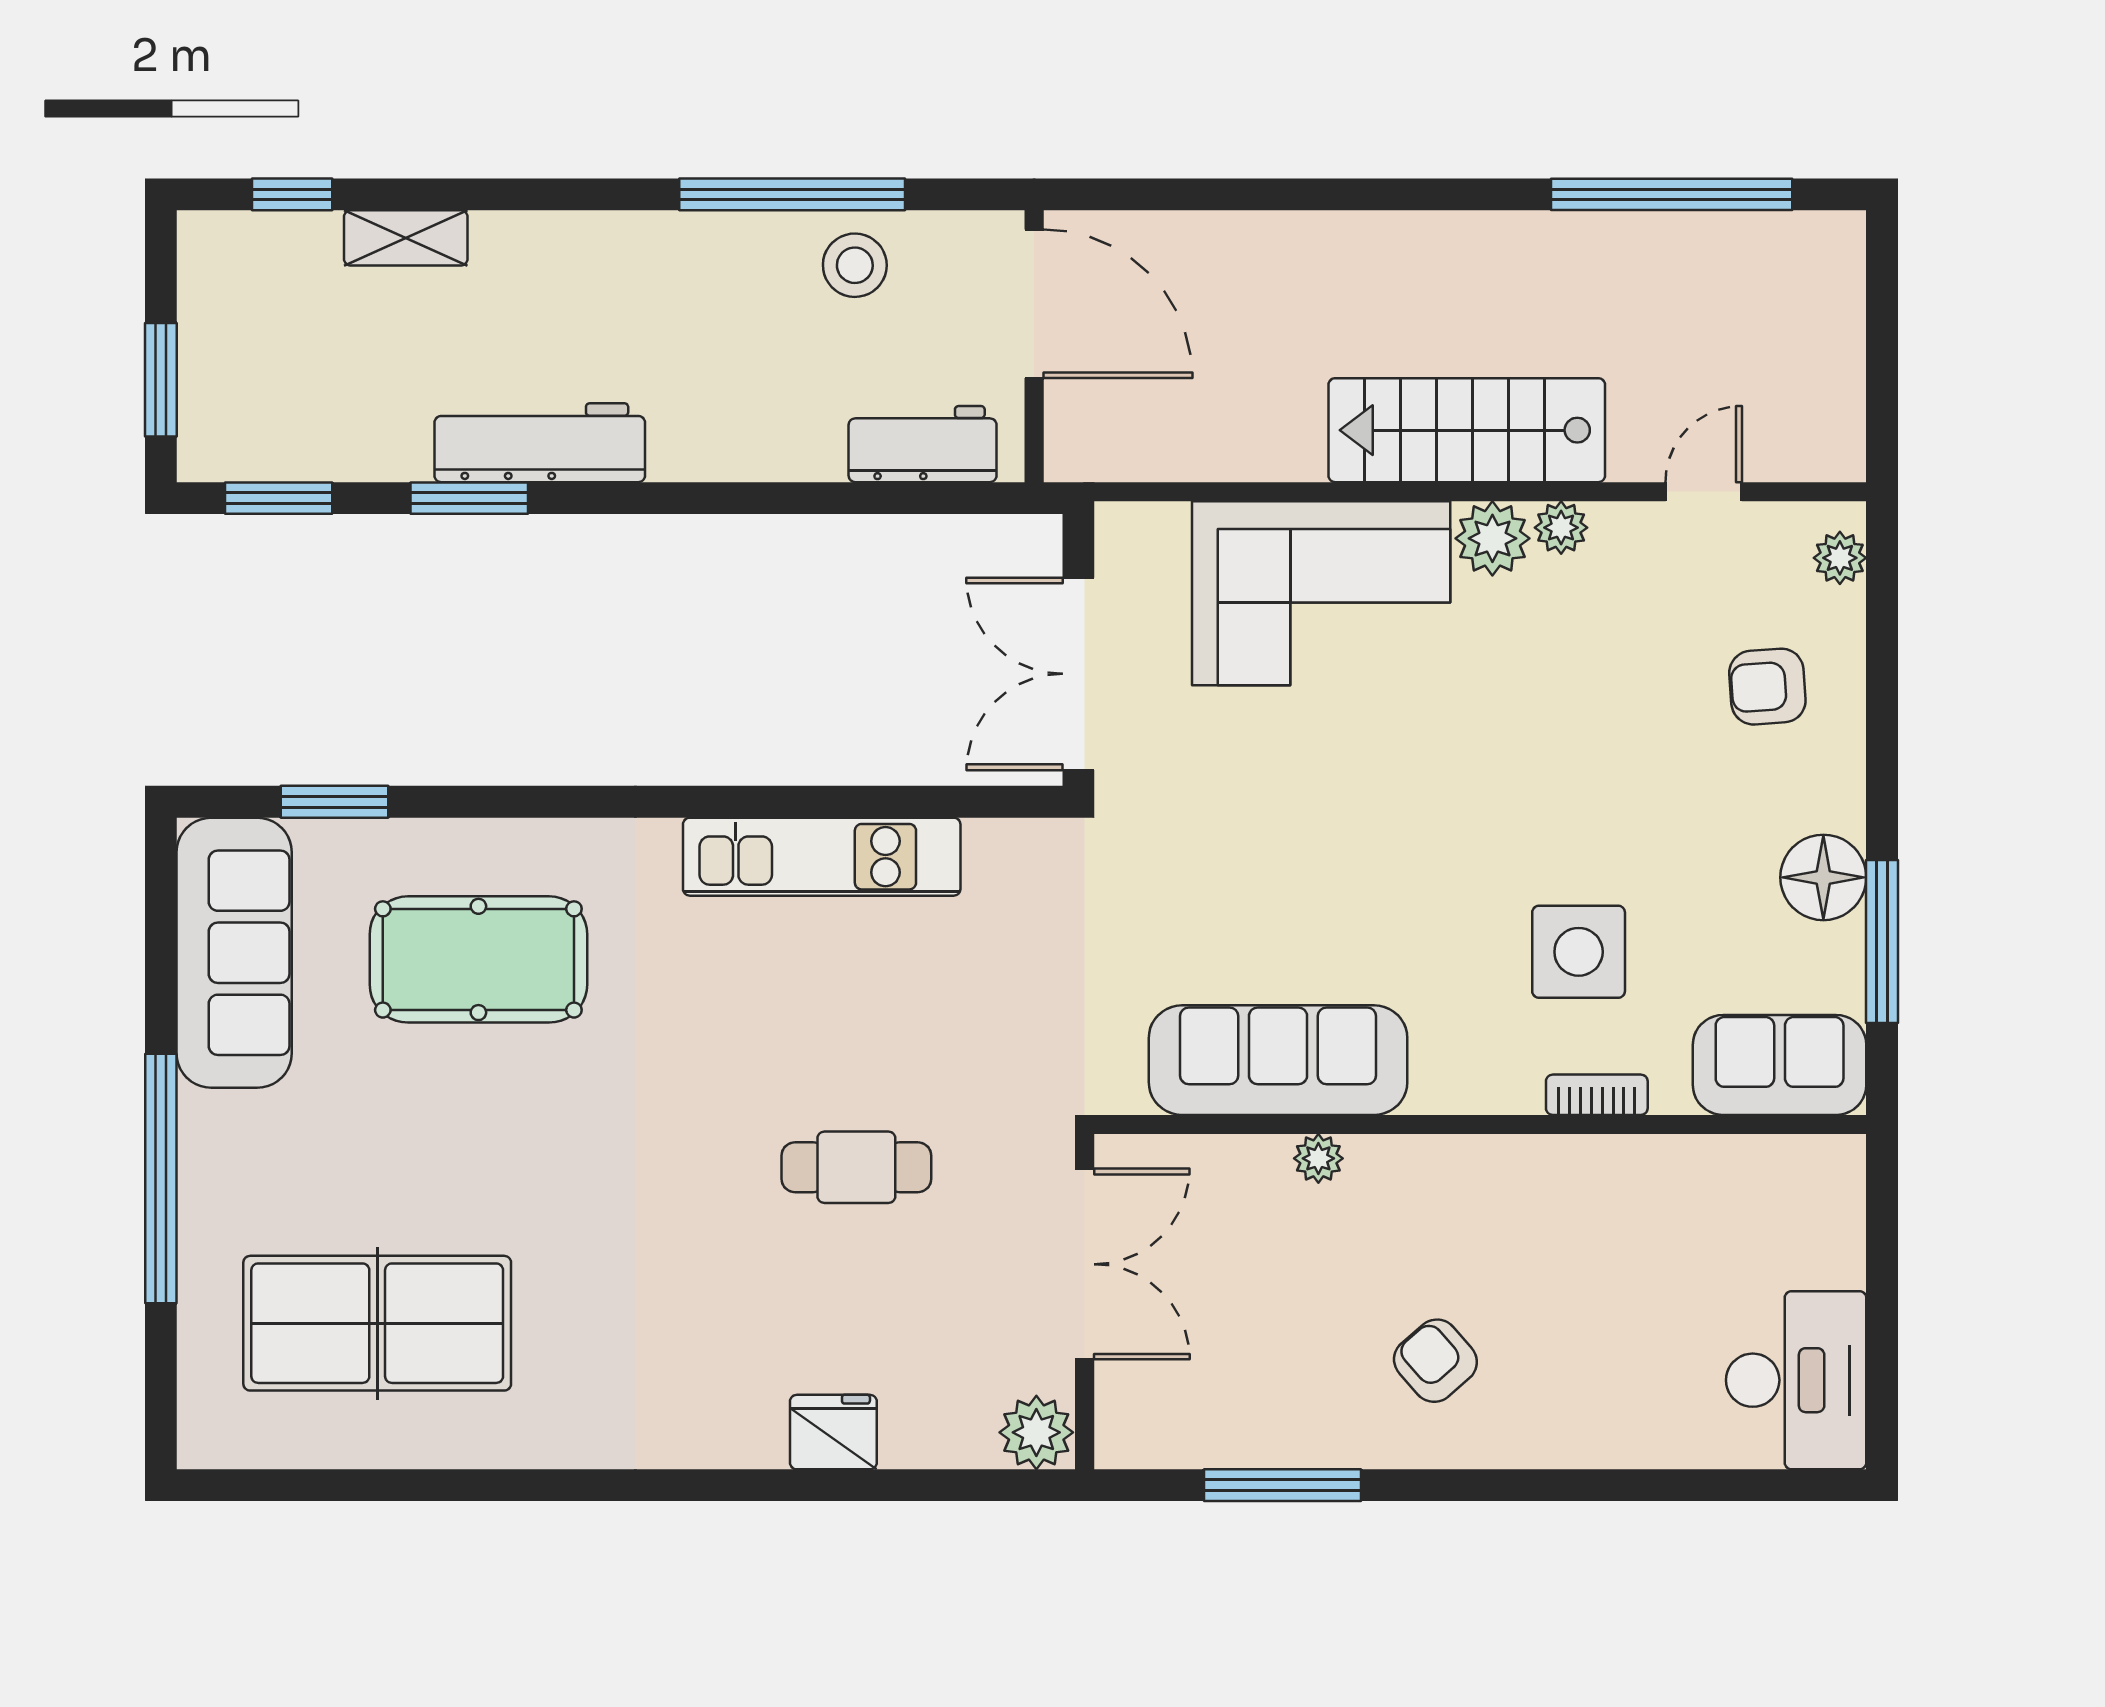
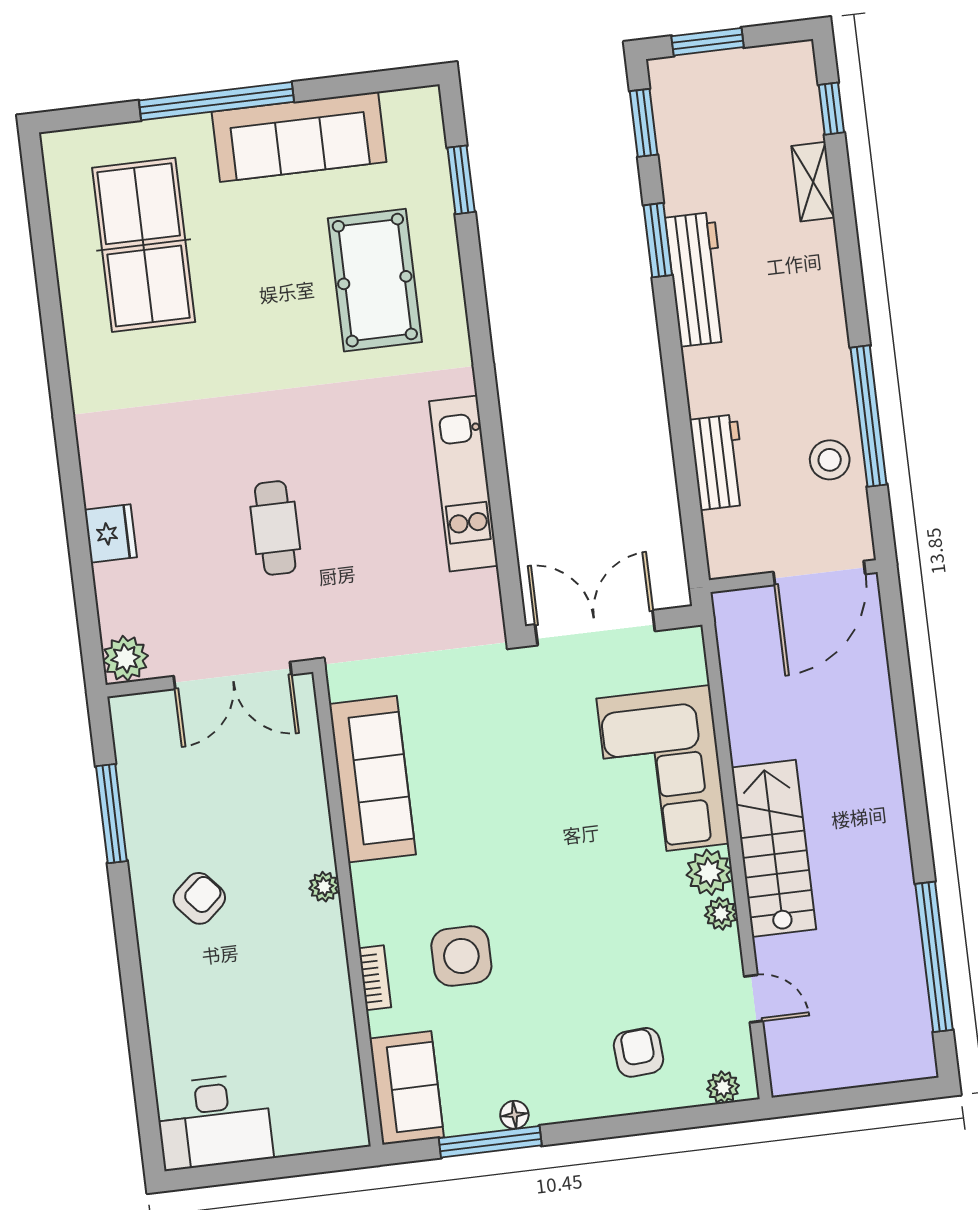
workbench: (923, 444) -> (718, 462), moved
floor lamp: (1823, 877) -> (514, 1115), width x0.53, depth x0.53
sofa: (234, 953) -> (299, 137), moved
plant: (1318, 1158) -> (324, 887), moved

